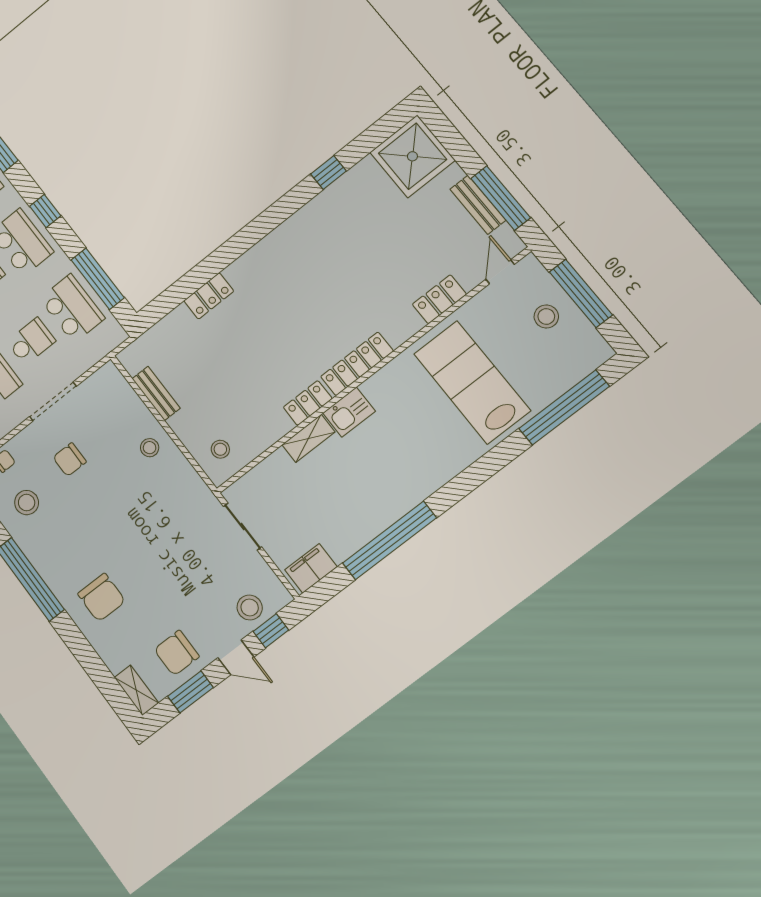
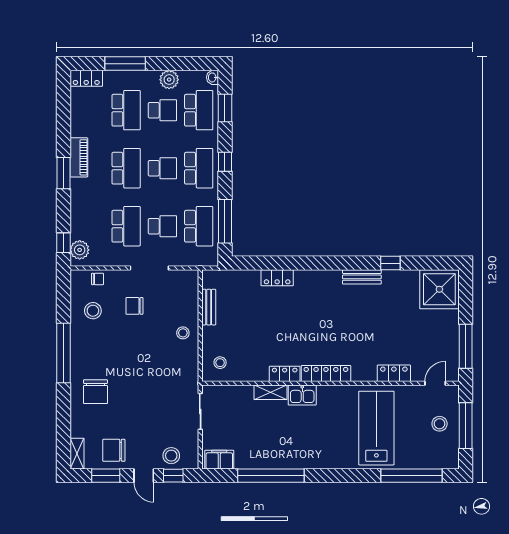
bench: (478, 205) -> (362, 277), moved, turned 90

